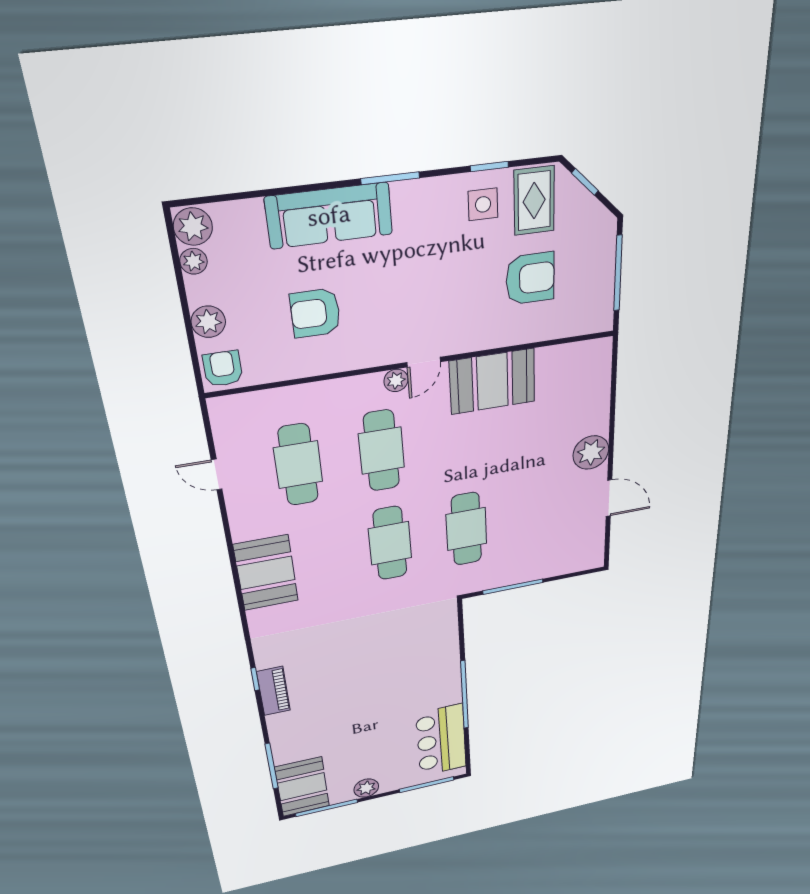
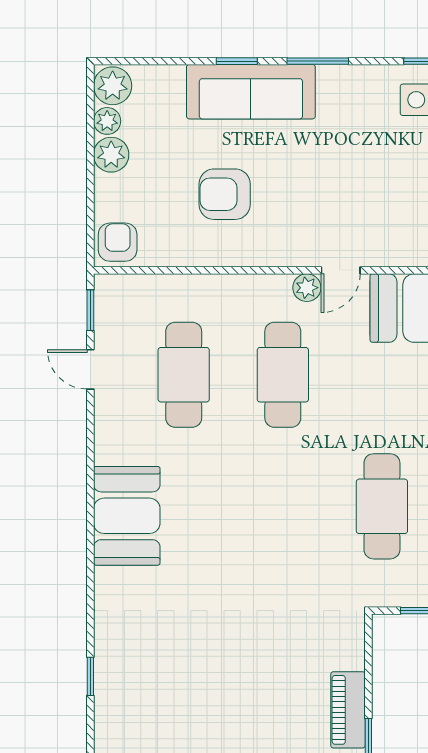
window: (312, 187) -> (237, 61), added
plant: (208, 322) -> (111, 155), moved
window: (208, 428) -> (90, 310), added
cafe table: (390, 543) -> (283, 506), removed
piano: (274, 691) -> (348, 710), moved, turned 180

